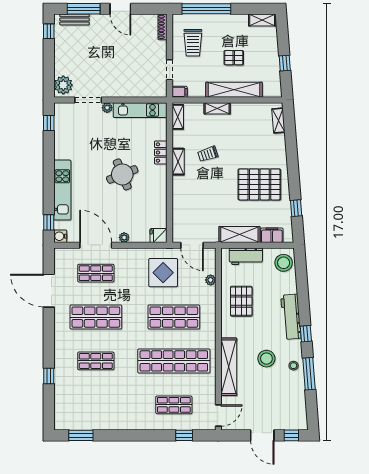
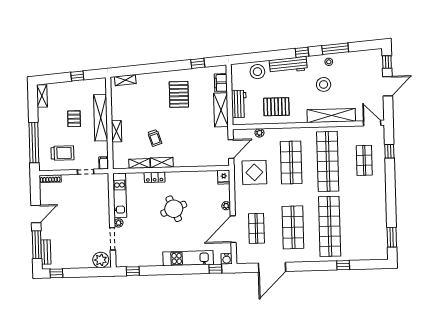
shelving: (178, 117) -> (139, 163), moved
pallet: (259, 184) -> (179, 94), width x0.73, depth x0.71
stool: (284, 263) -> (257, 72), moved
shop shelf: (96, 361) -> (330, 226), width x2.00, depth x1.36

